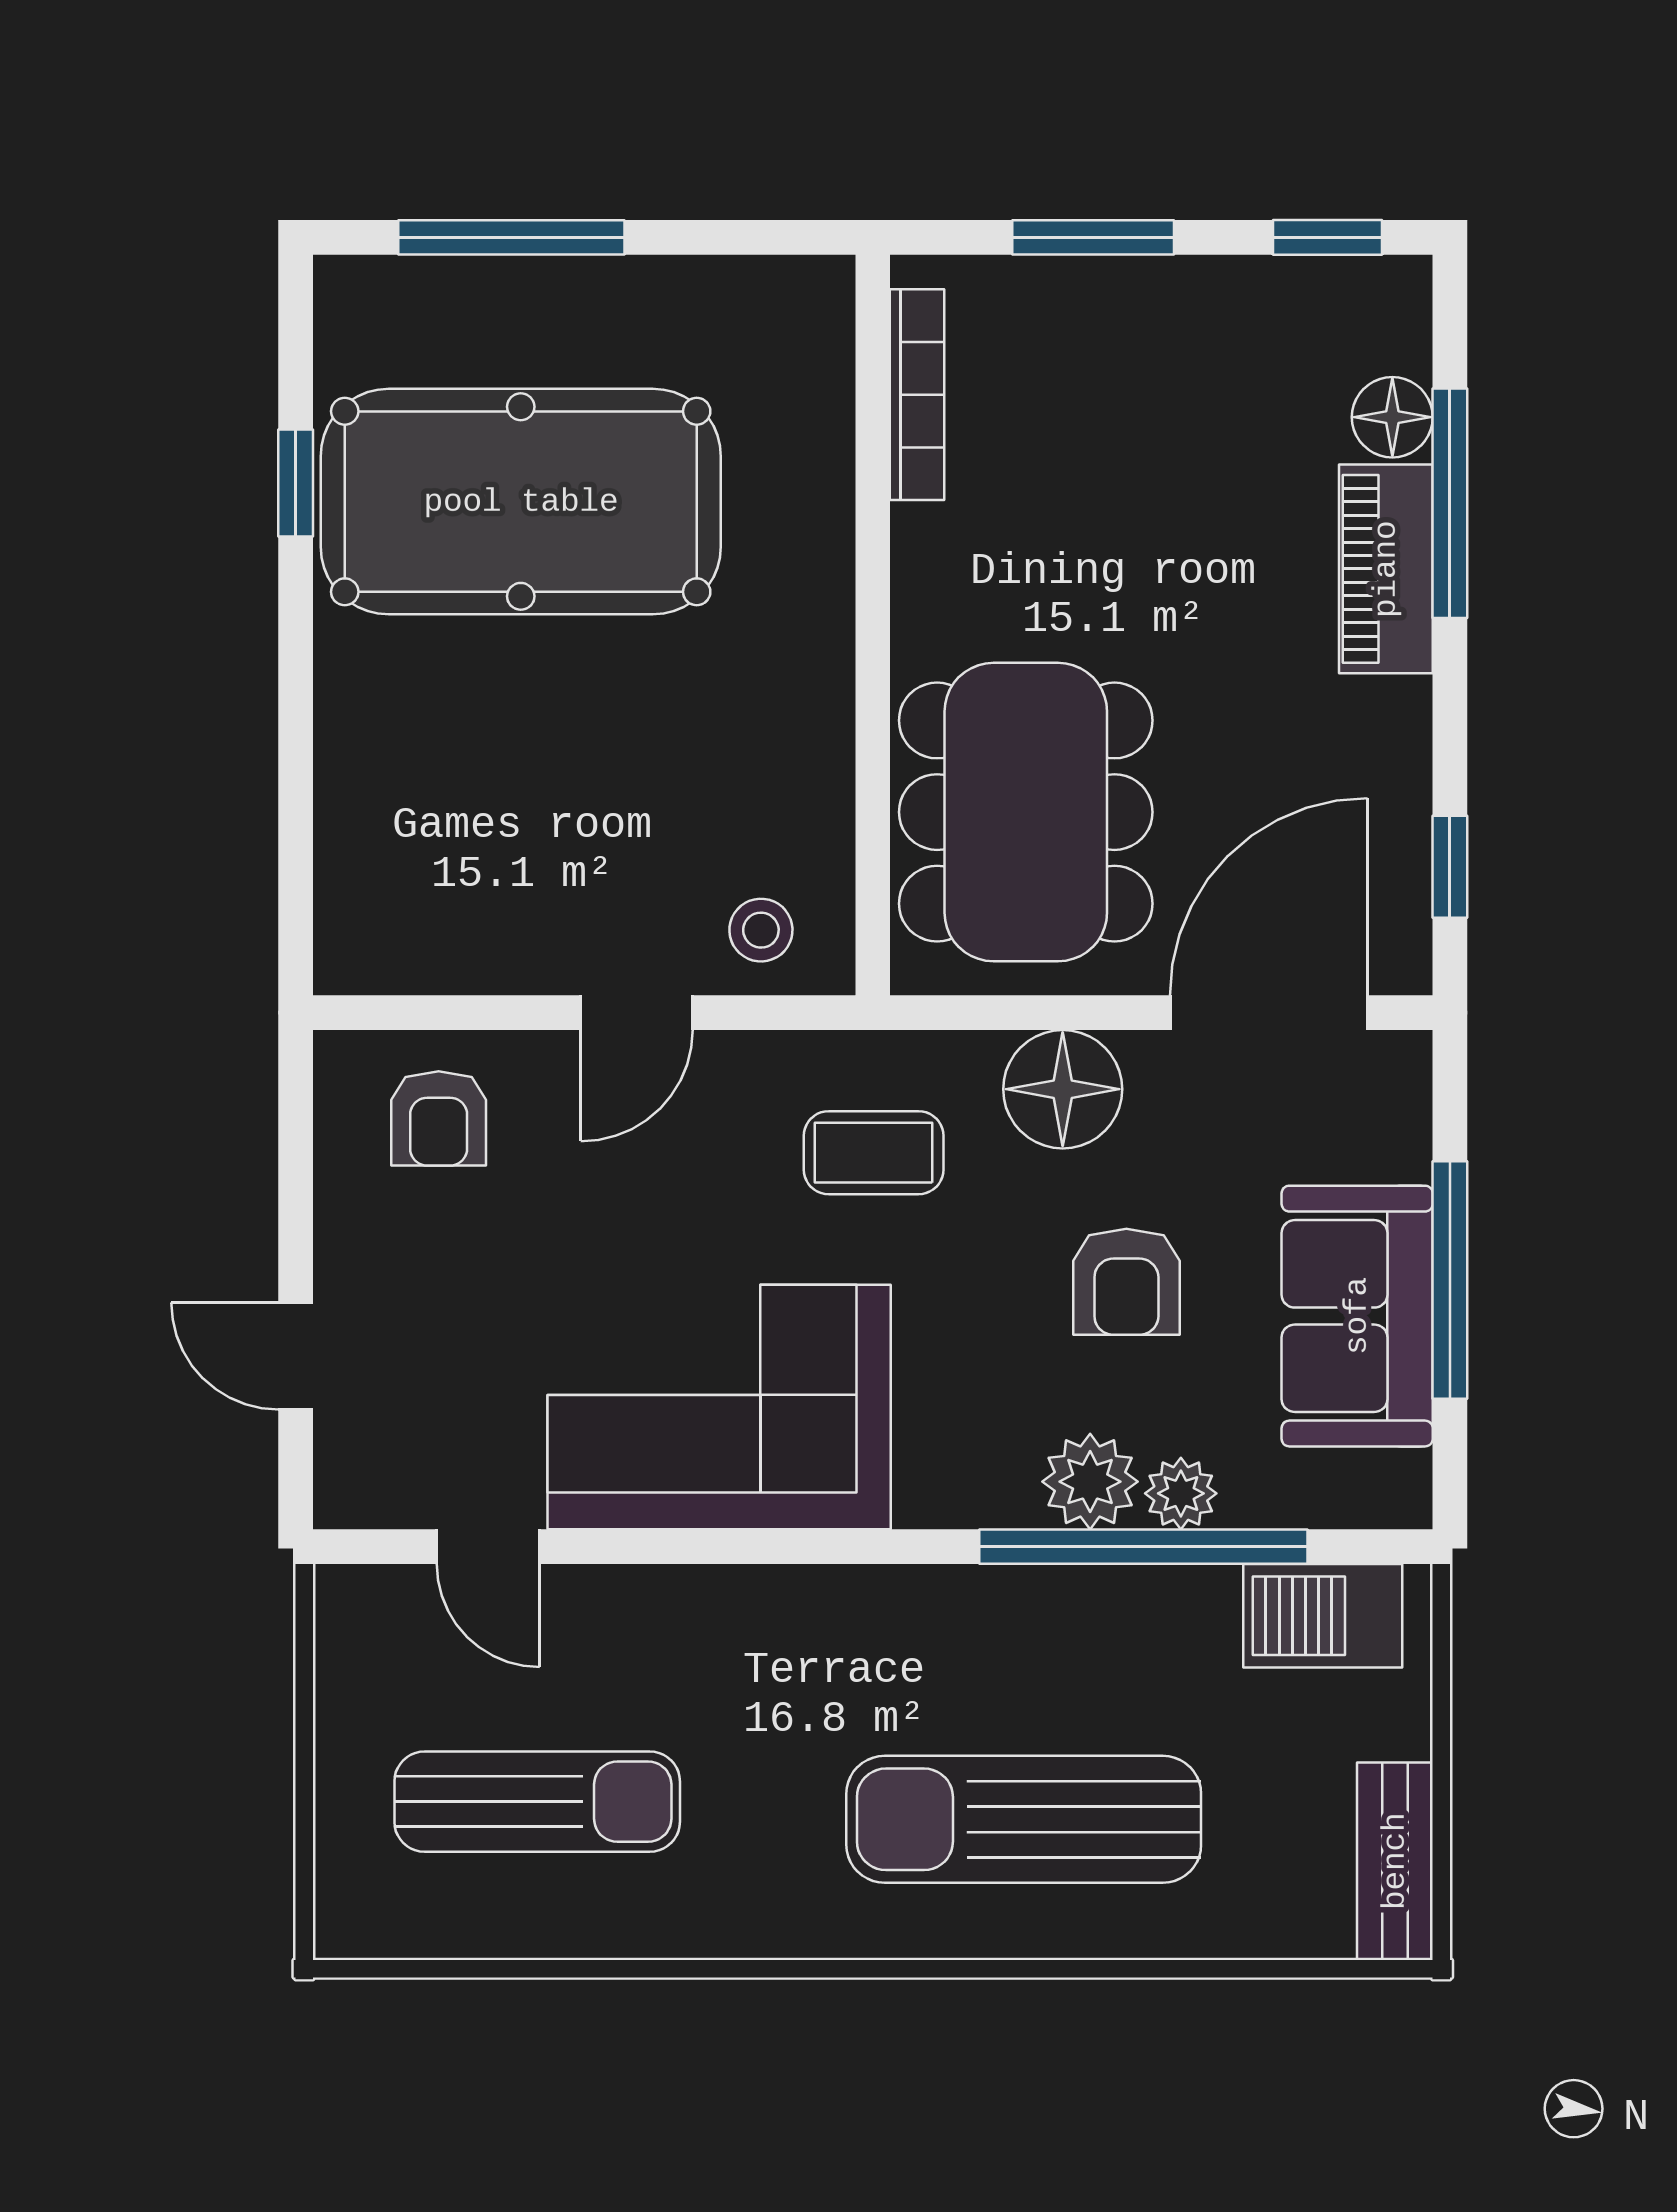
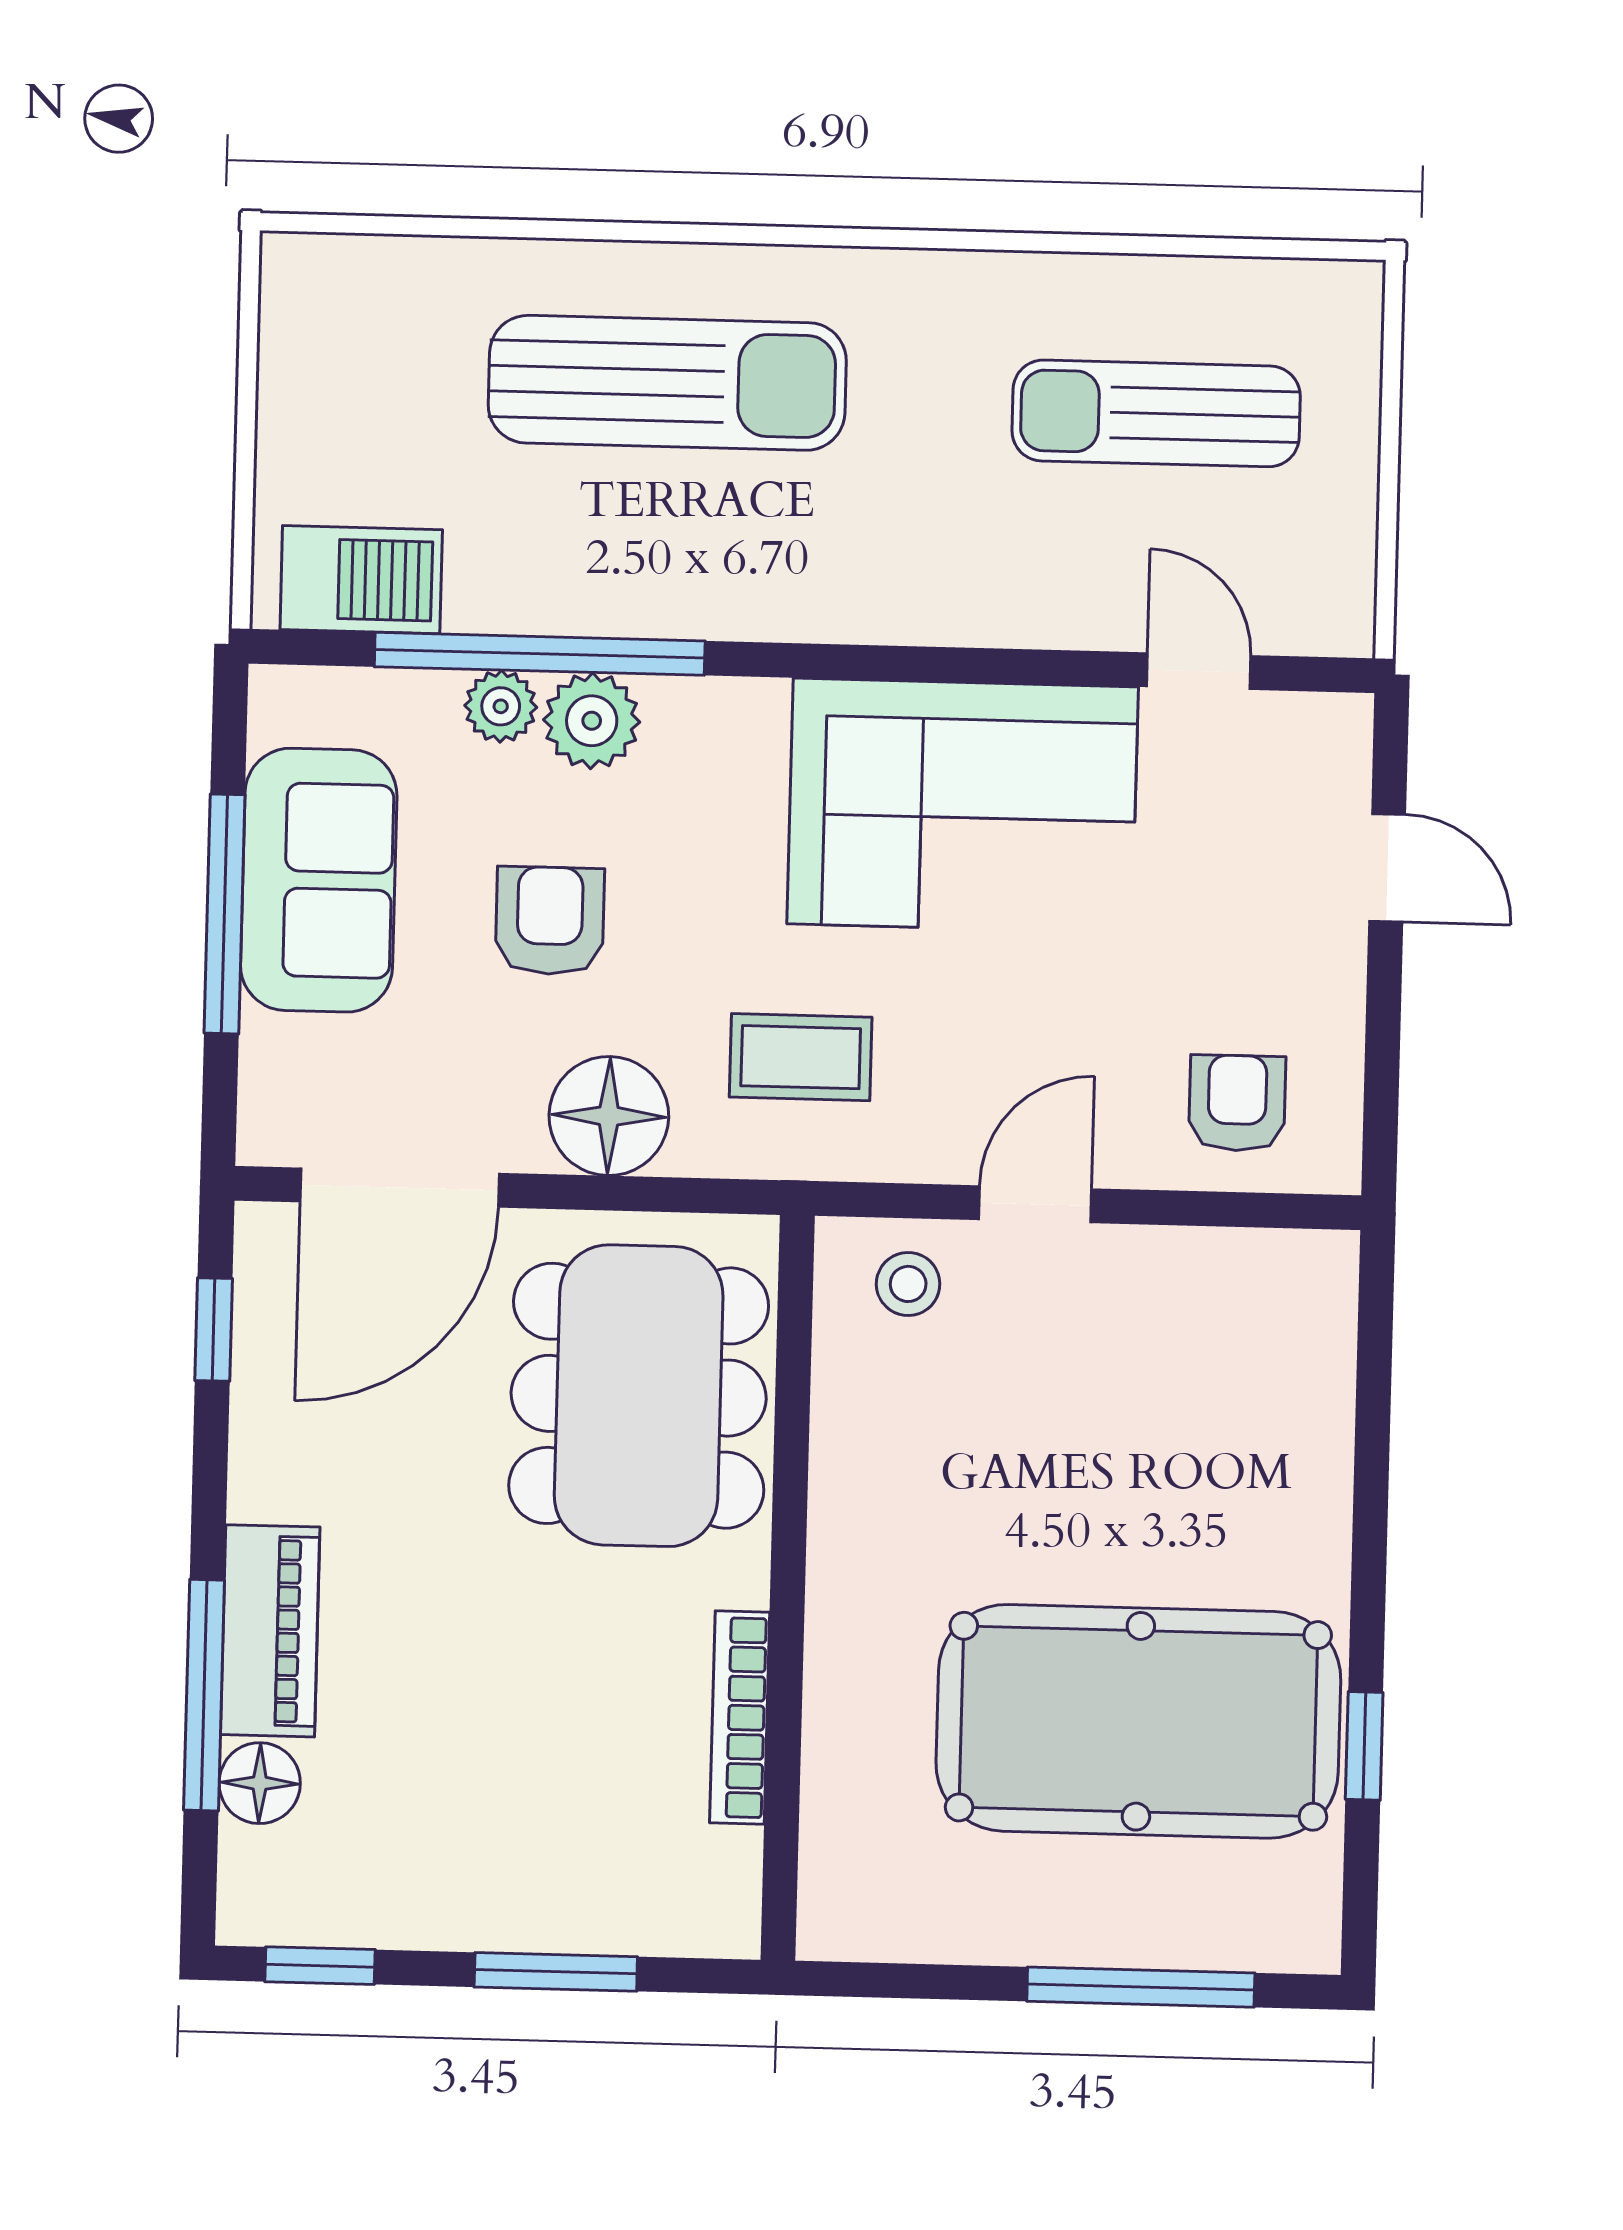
bookcase: (917, 395) -> (740, 1718), moved
bench: (1395, 1861) -> (295, 331), removed

